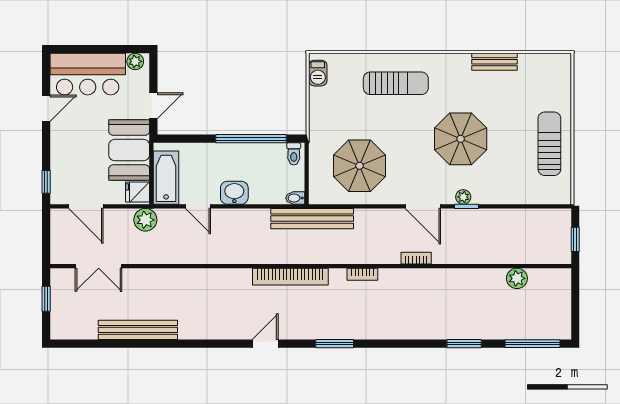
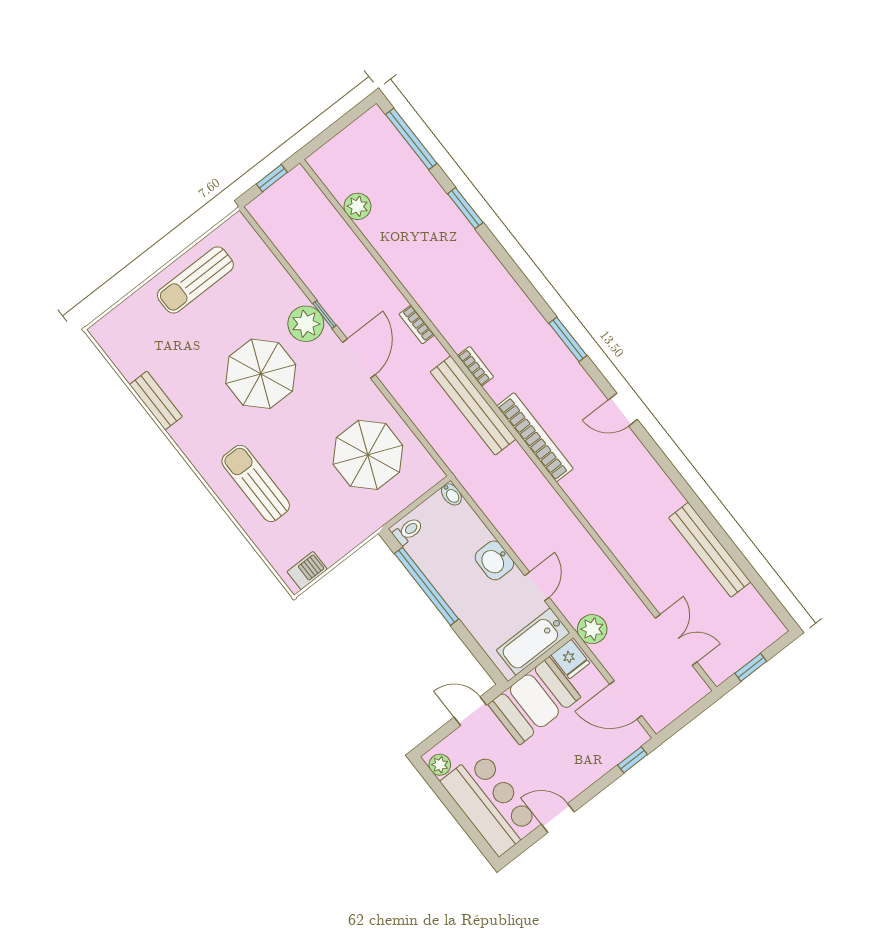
plant: (463, 197) -> (306, 324), width x1.87, depth x1.87
door: (86, 206) -> (626, 700), swing flipped
bench: (312, 219) -> (473, 405), moved

